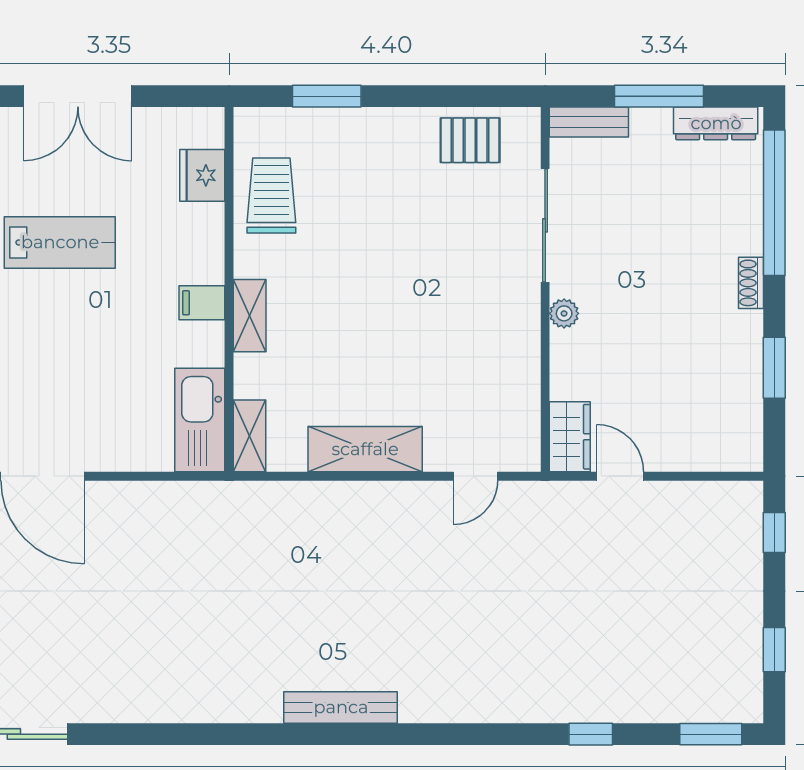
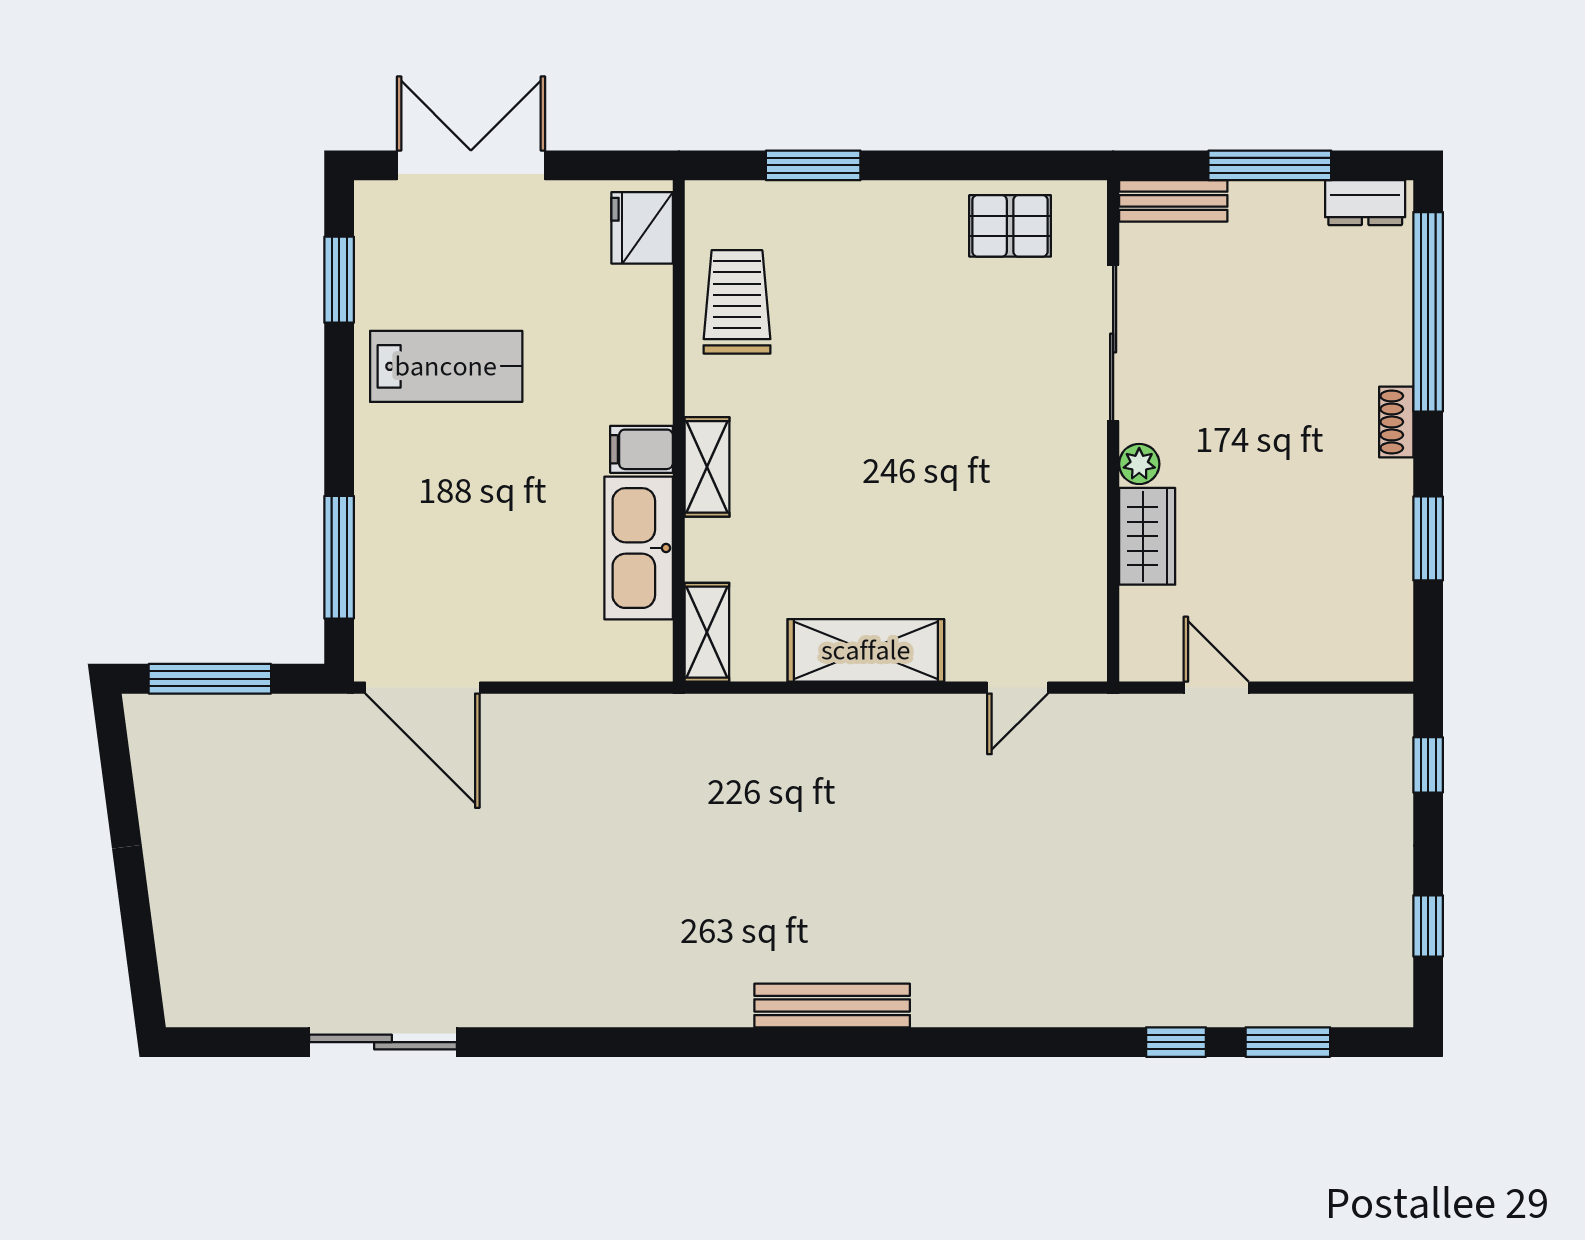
double door: (78, 96) -> (471, 165), swing flipped
dresser: (716, 123) -> (1365, 203), width x0.70
fridge: (202, 175) -> (642, 228), moved
kitchen sink: (200, 420) -> (639, 548), moved
wardrobe: (570, 437) -> (1147, 536), moved
window: (711, 734) -> (1288, 1042), moved

